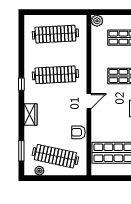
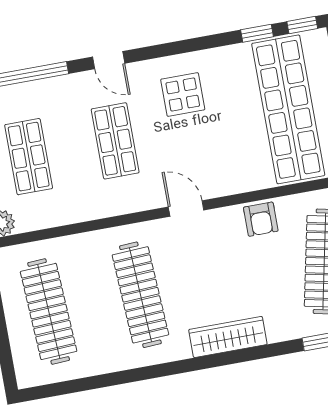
window: (21, 84) -> (176, 368), removed
wardrobe: (30, 114) -> (228, 337), width x1.50

